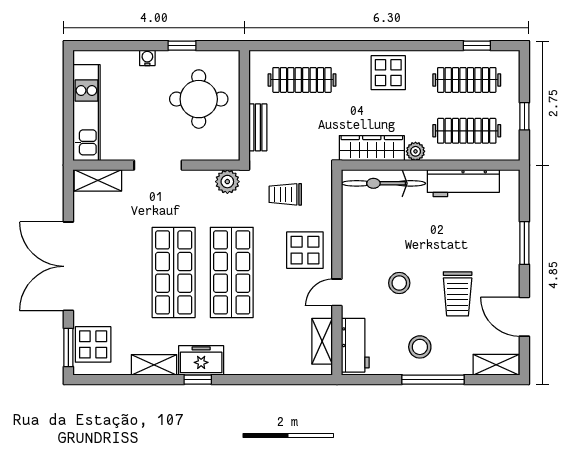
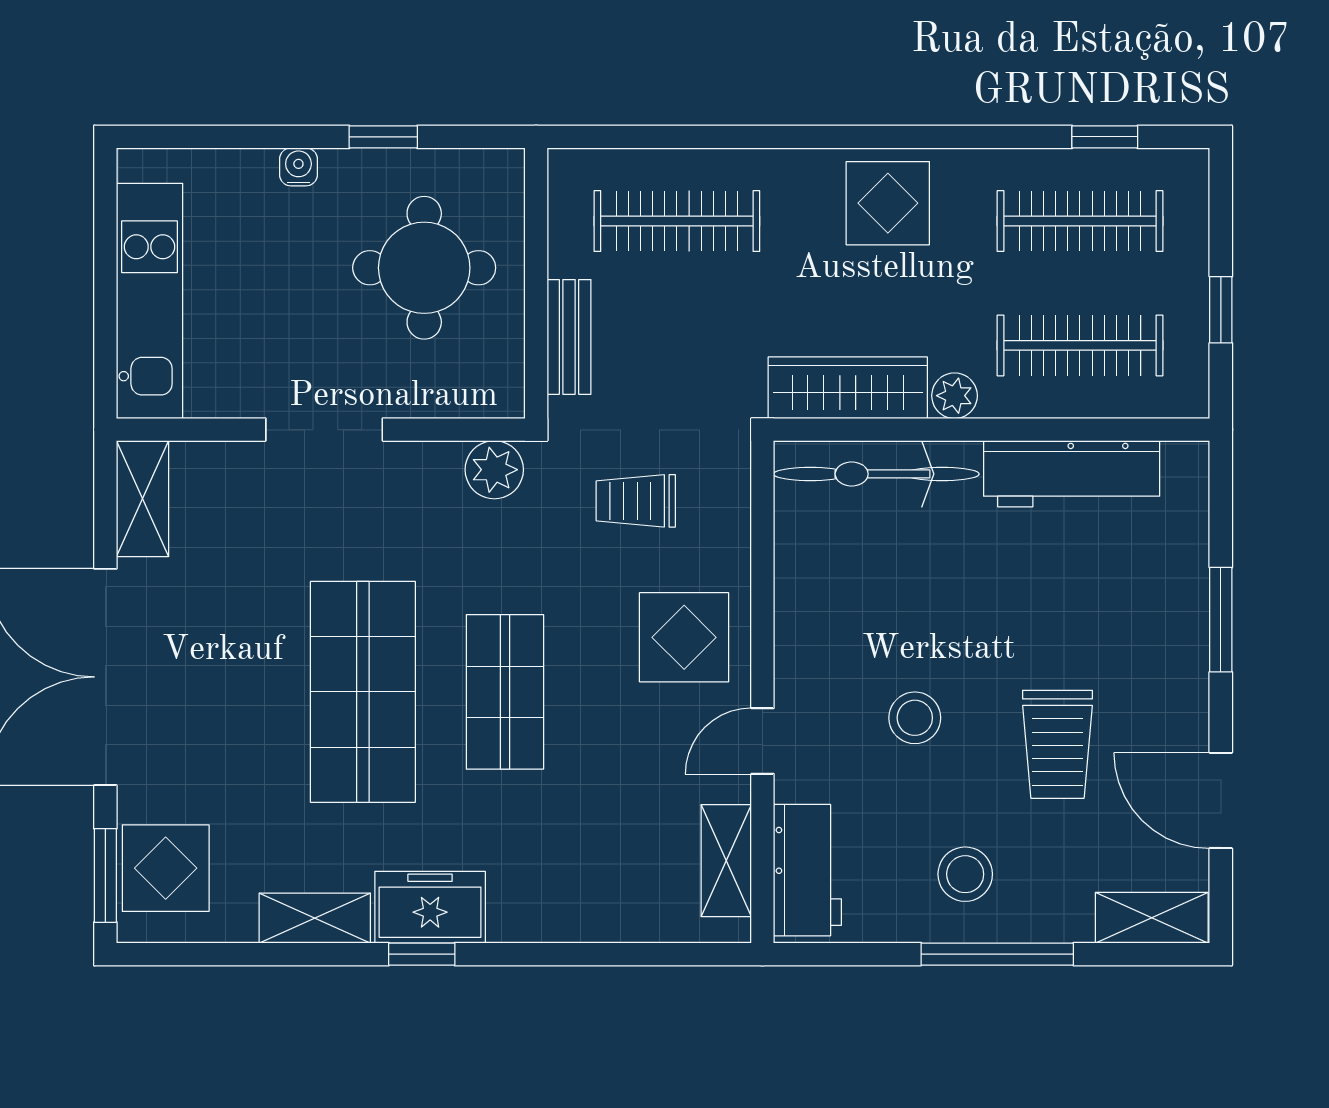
shelving: (98, 180) -> (143, 499), moved, turned 90
shop shelf: (232, 272) -> (505, 692), width x0.70, depth x0.74

